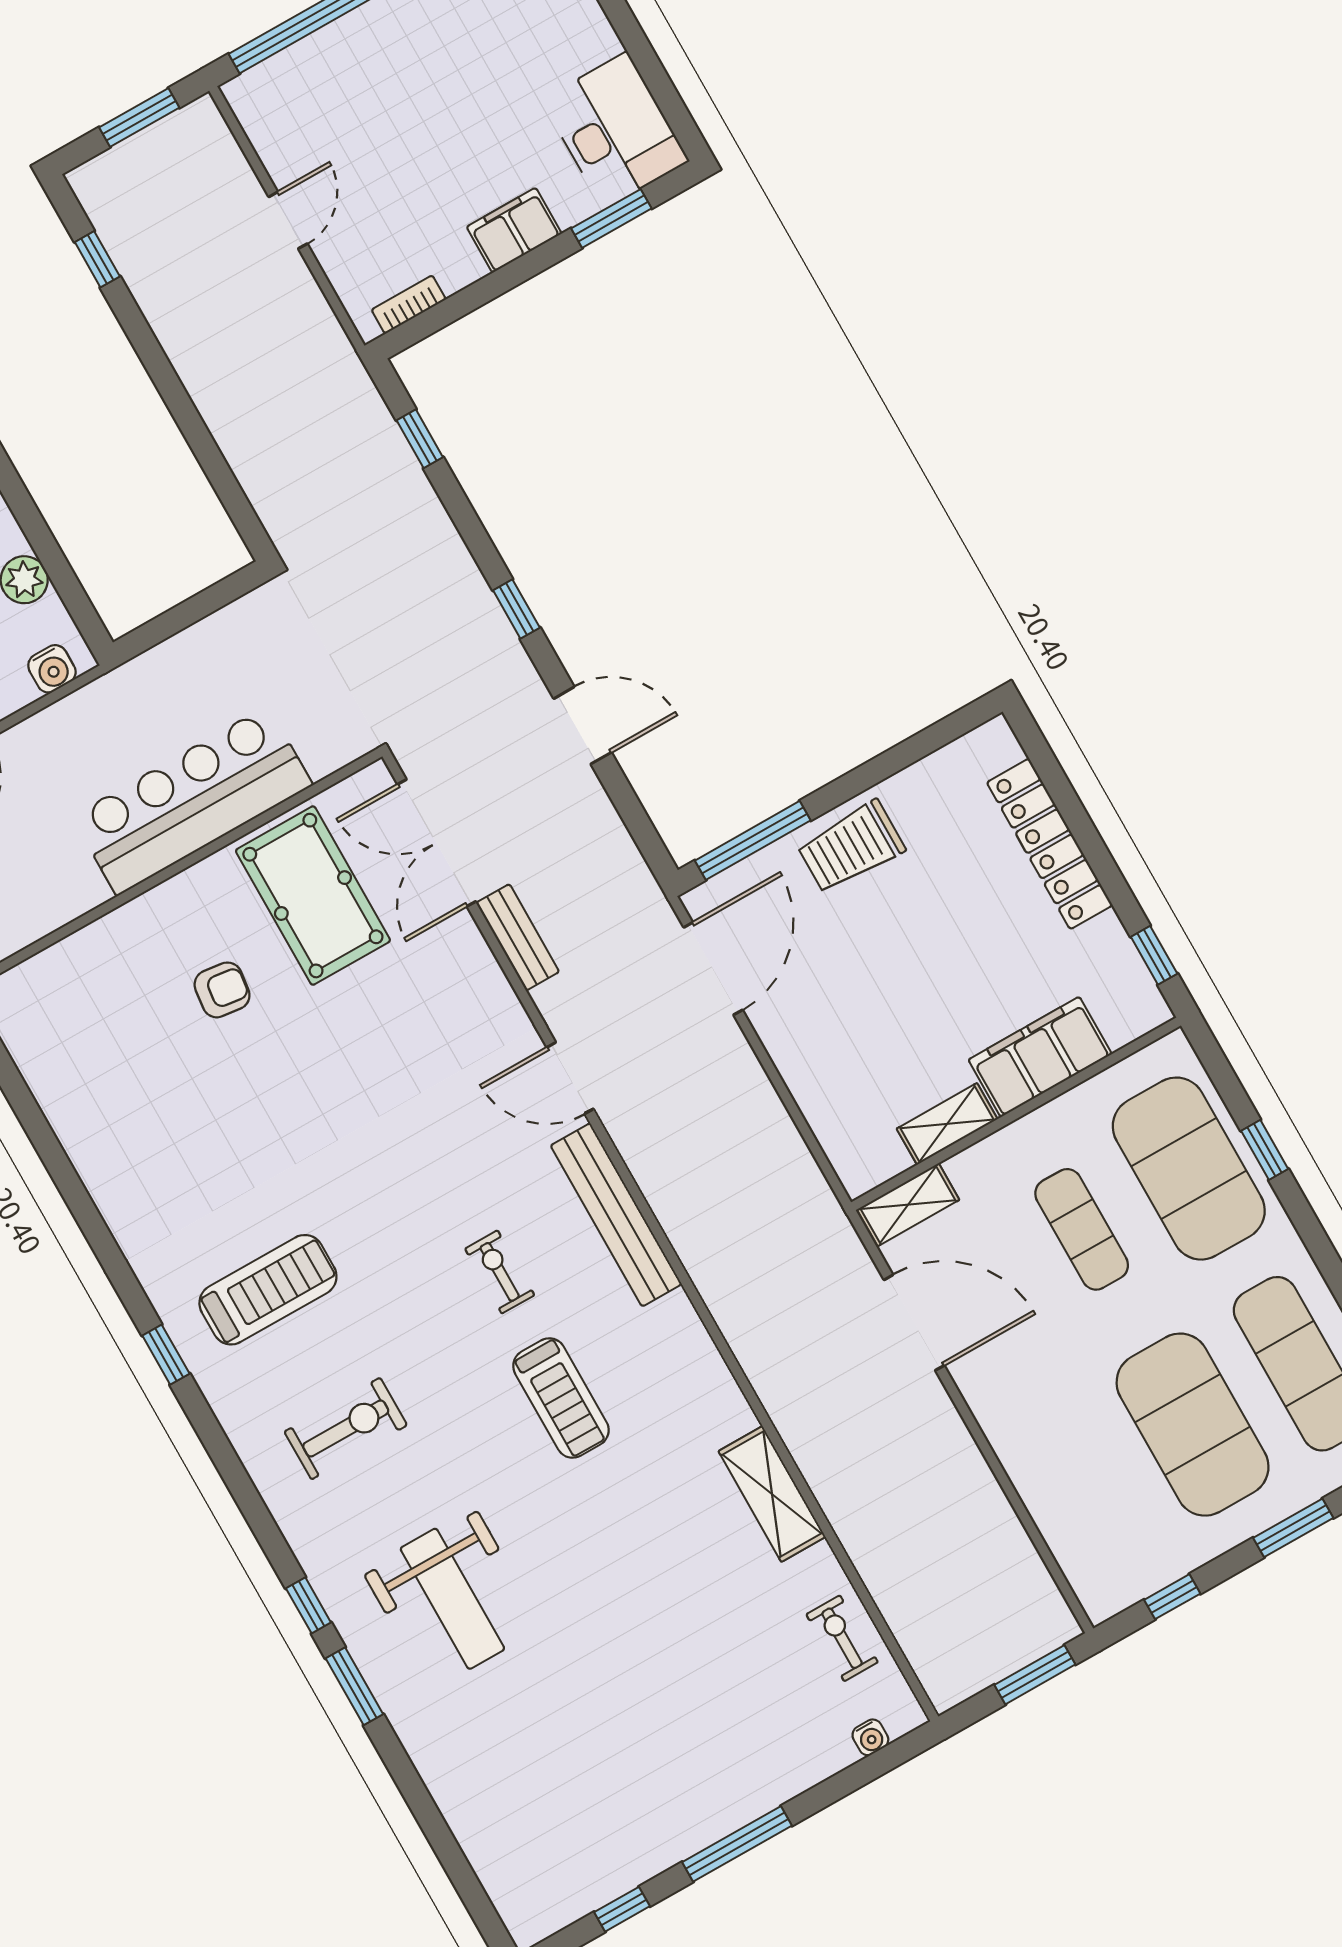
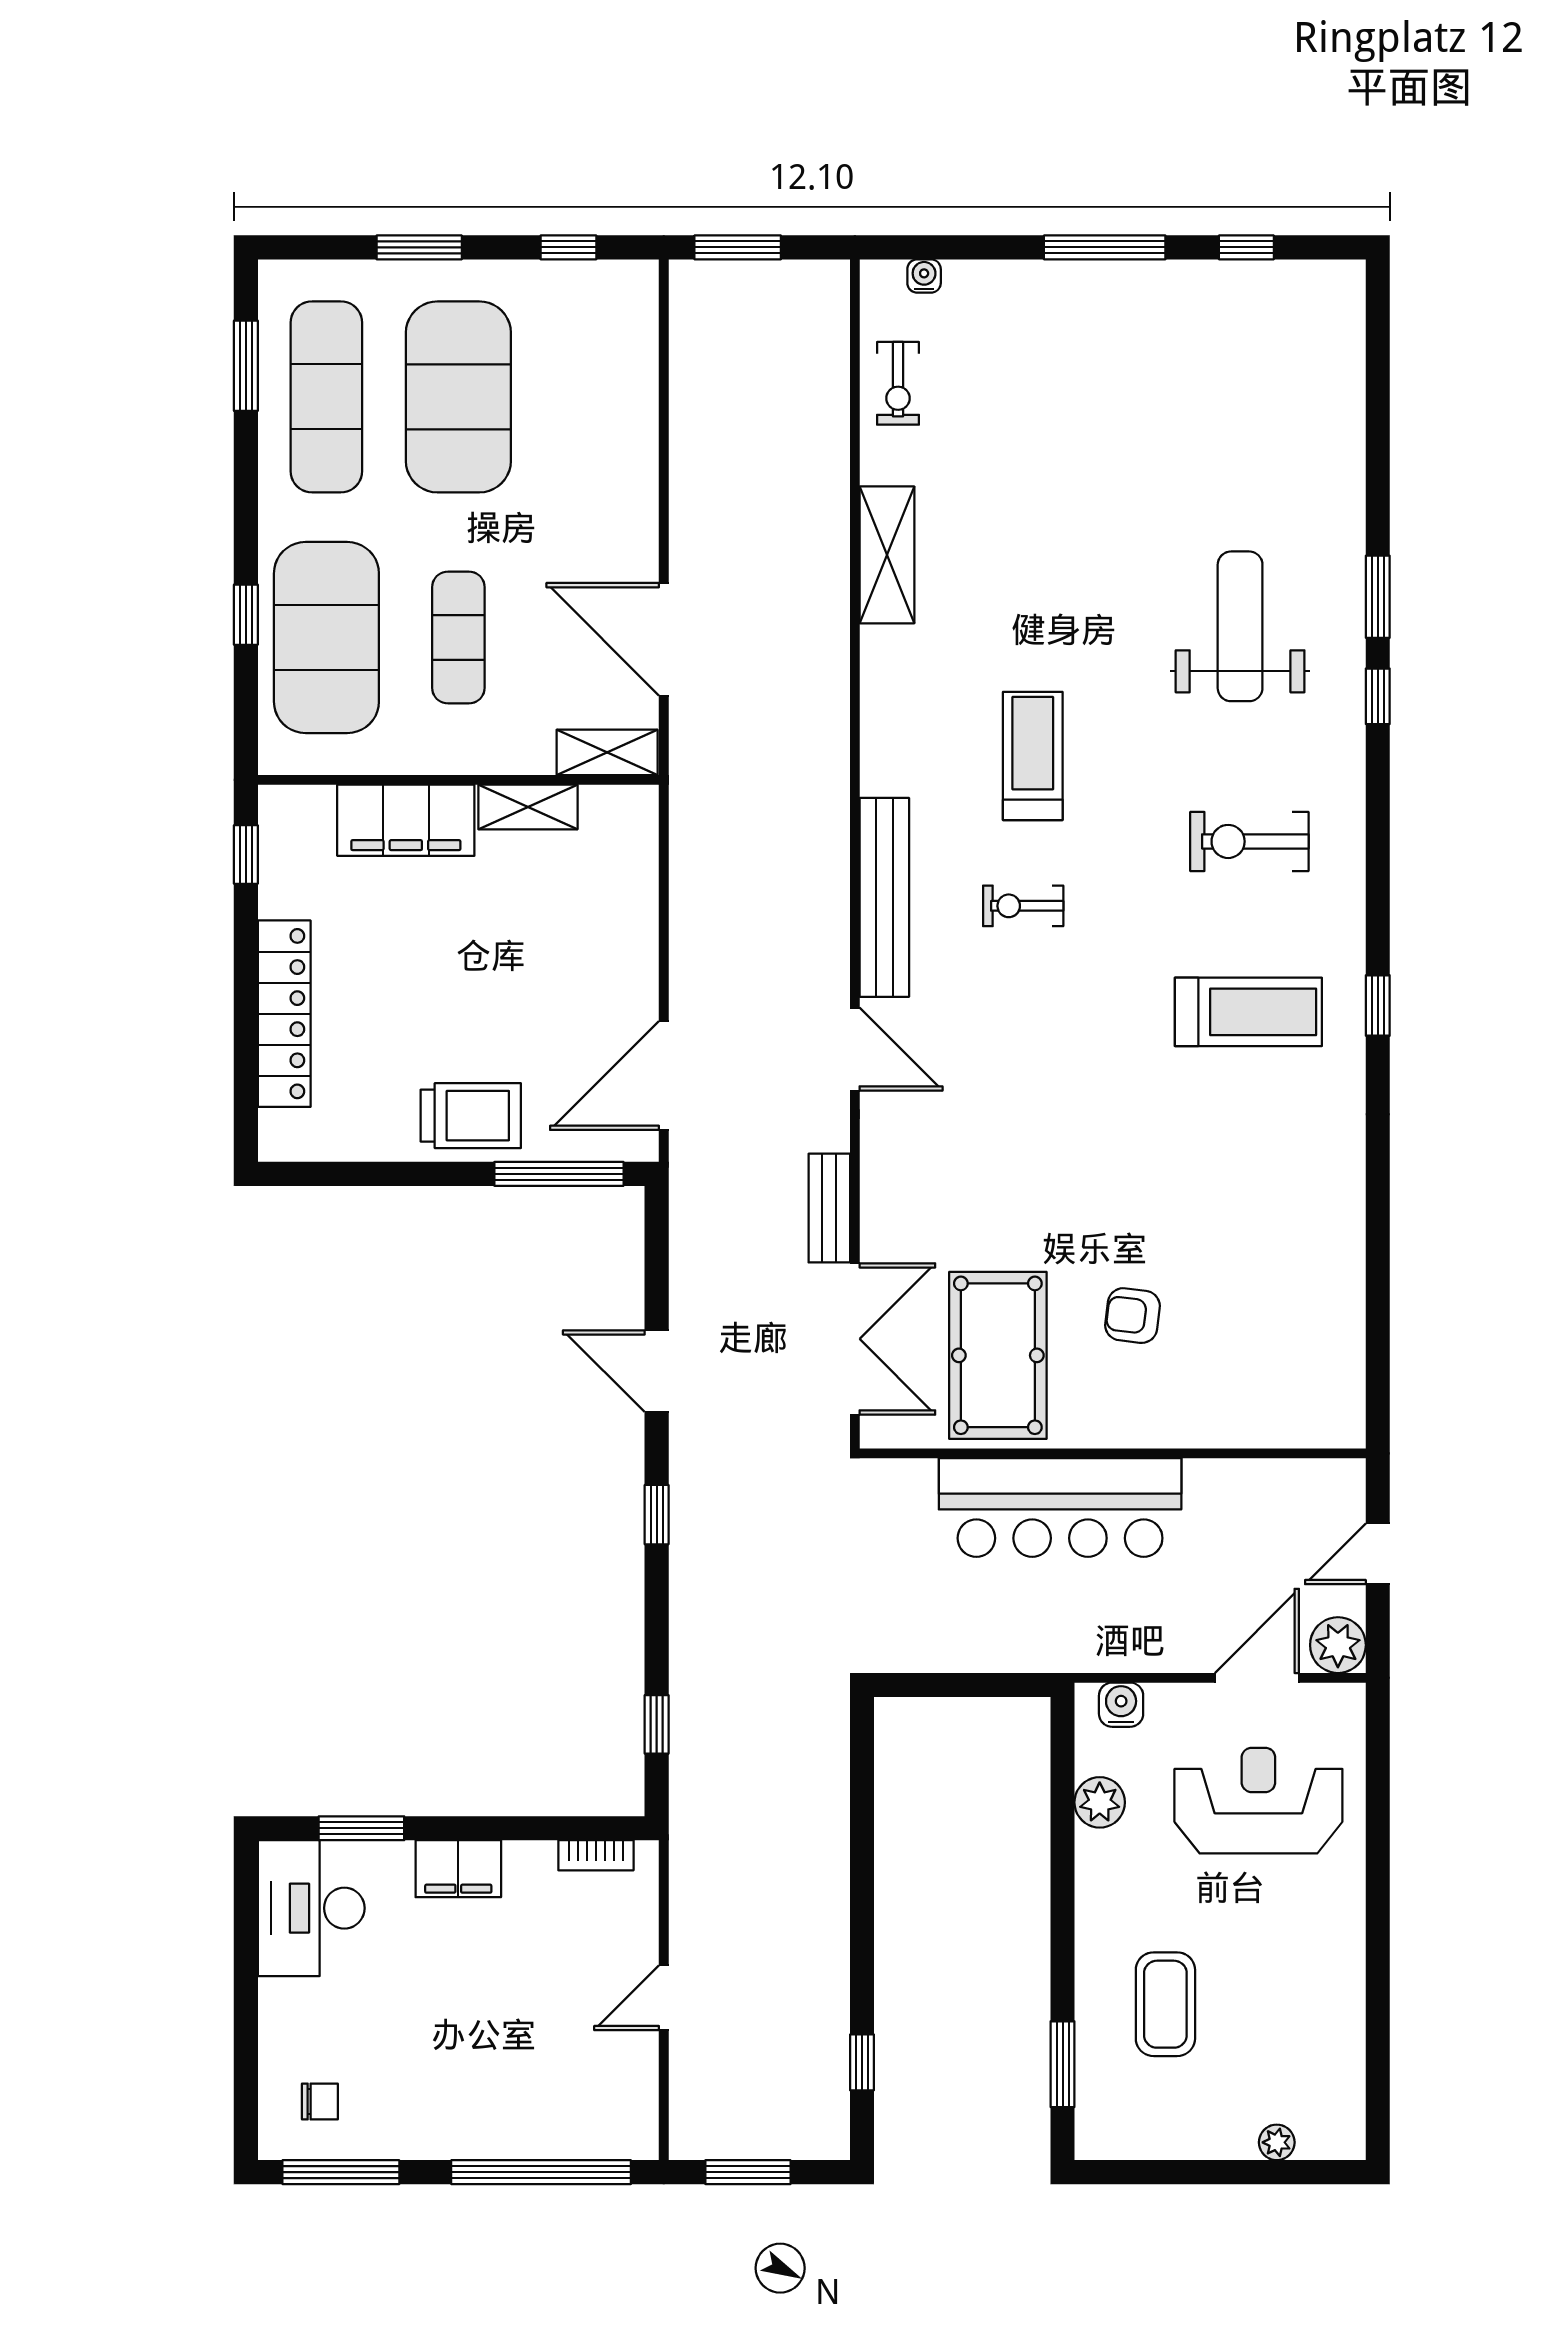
exercise bike: (500, 1272) -> (1023, 906), turned 90
treadmill: (268, 1290) -> (1248, 1012), turned 180

